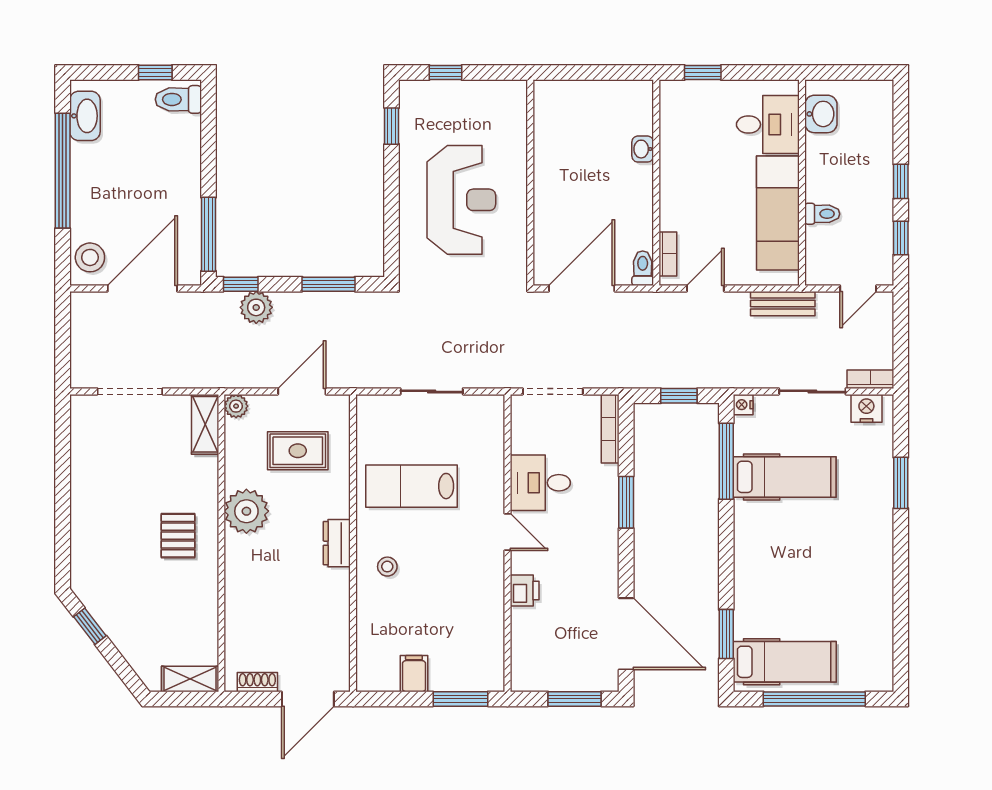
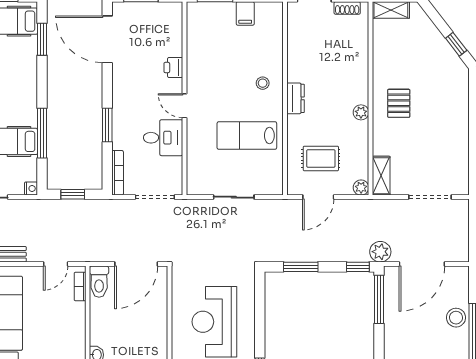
stool: (90, 257) -> (456, 318), moved
toilet: (643, 268) -> (99, 282), width x1.37, depth x1.39
plant: (256, 307) -> (380, 252), moved
window: (726, 461) -> (42, 133), moved
lab bench: (411, 486) -> (247, 136), turned 180
plant: (246, 511) -> (361, 112), width x0.53, depth x0.53

